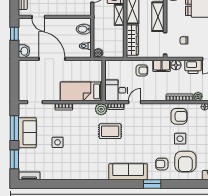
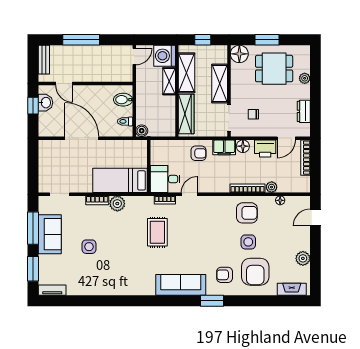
washbasin: (24, 51) -> (45, 103), moved
plant: (101, 109) -> (117, 204), moved
rug: (110, 131) -> (157, 232), turned 90

